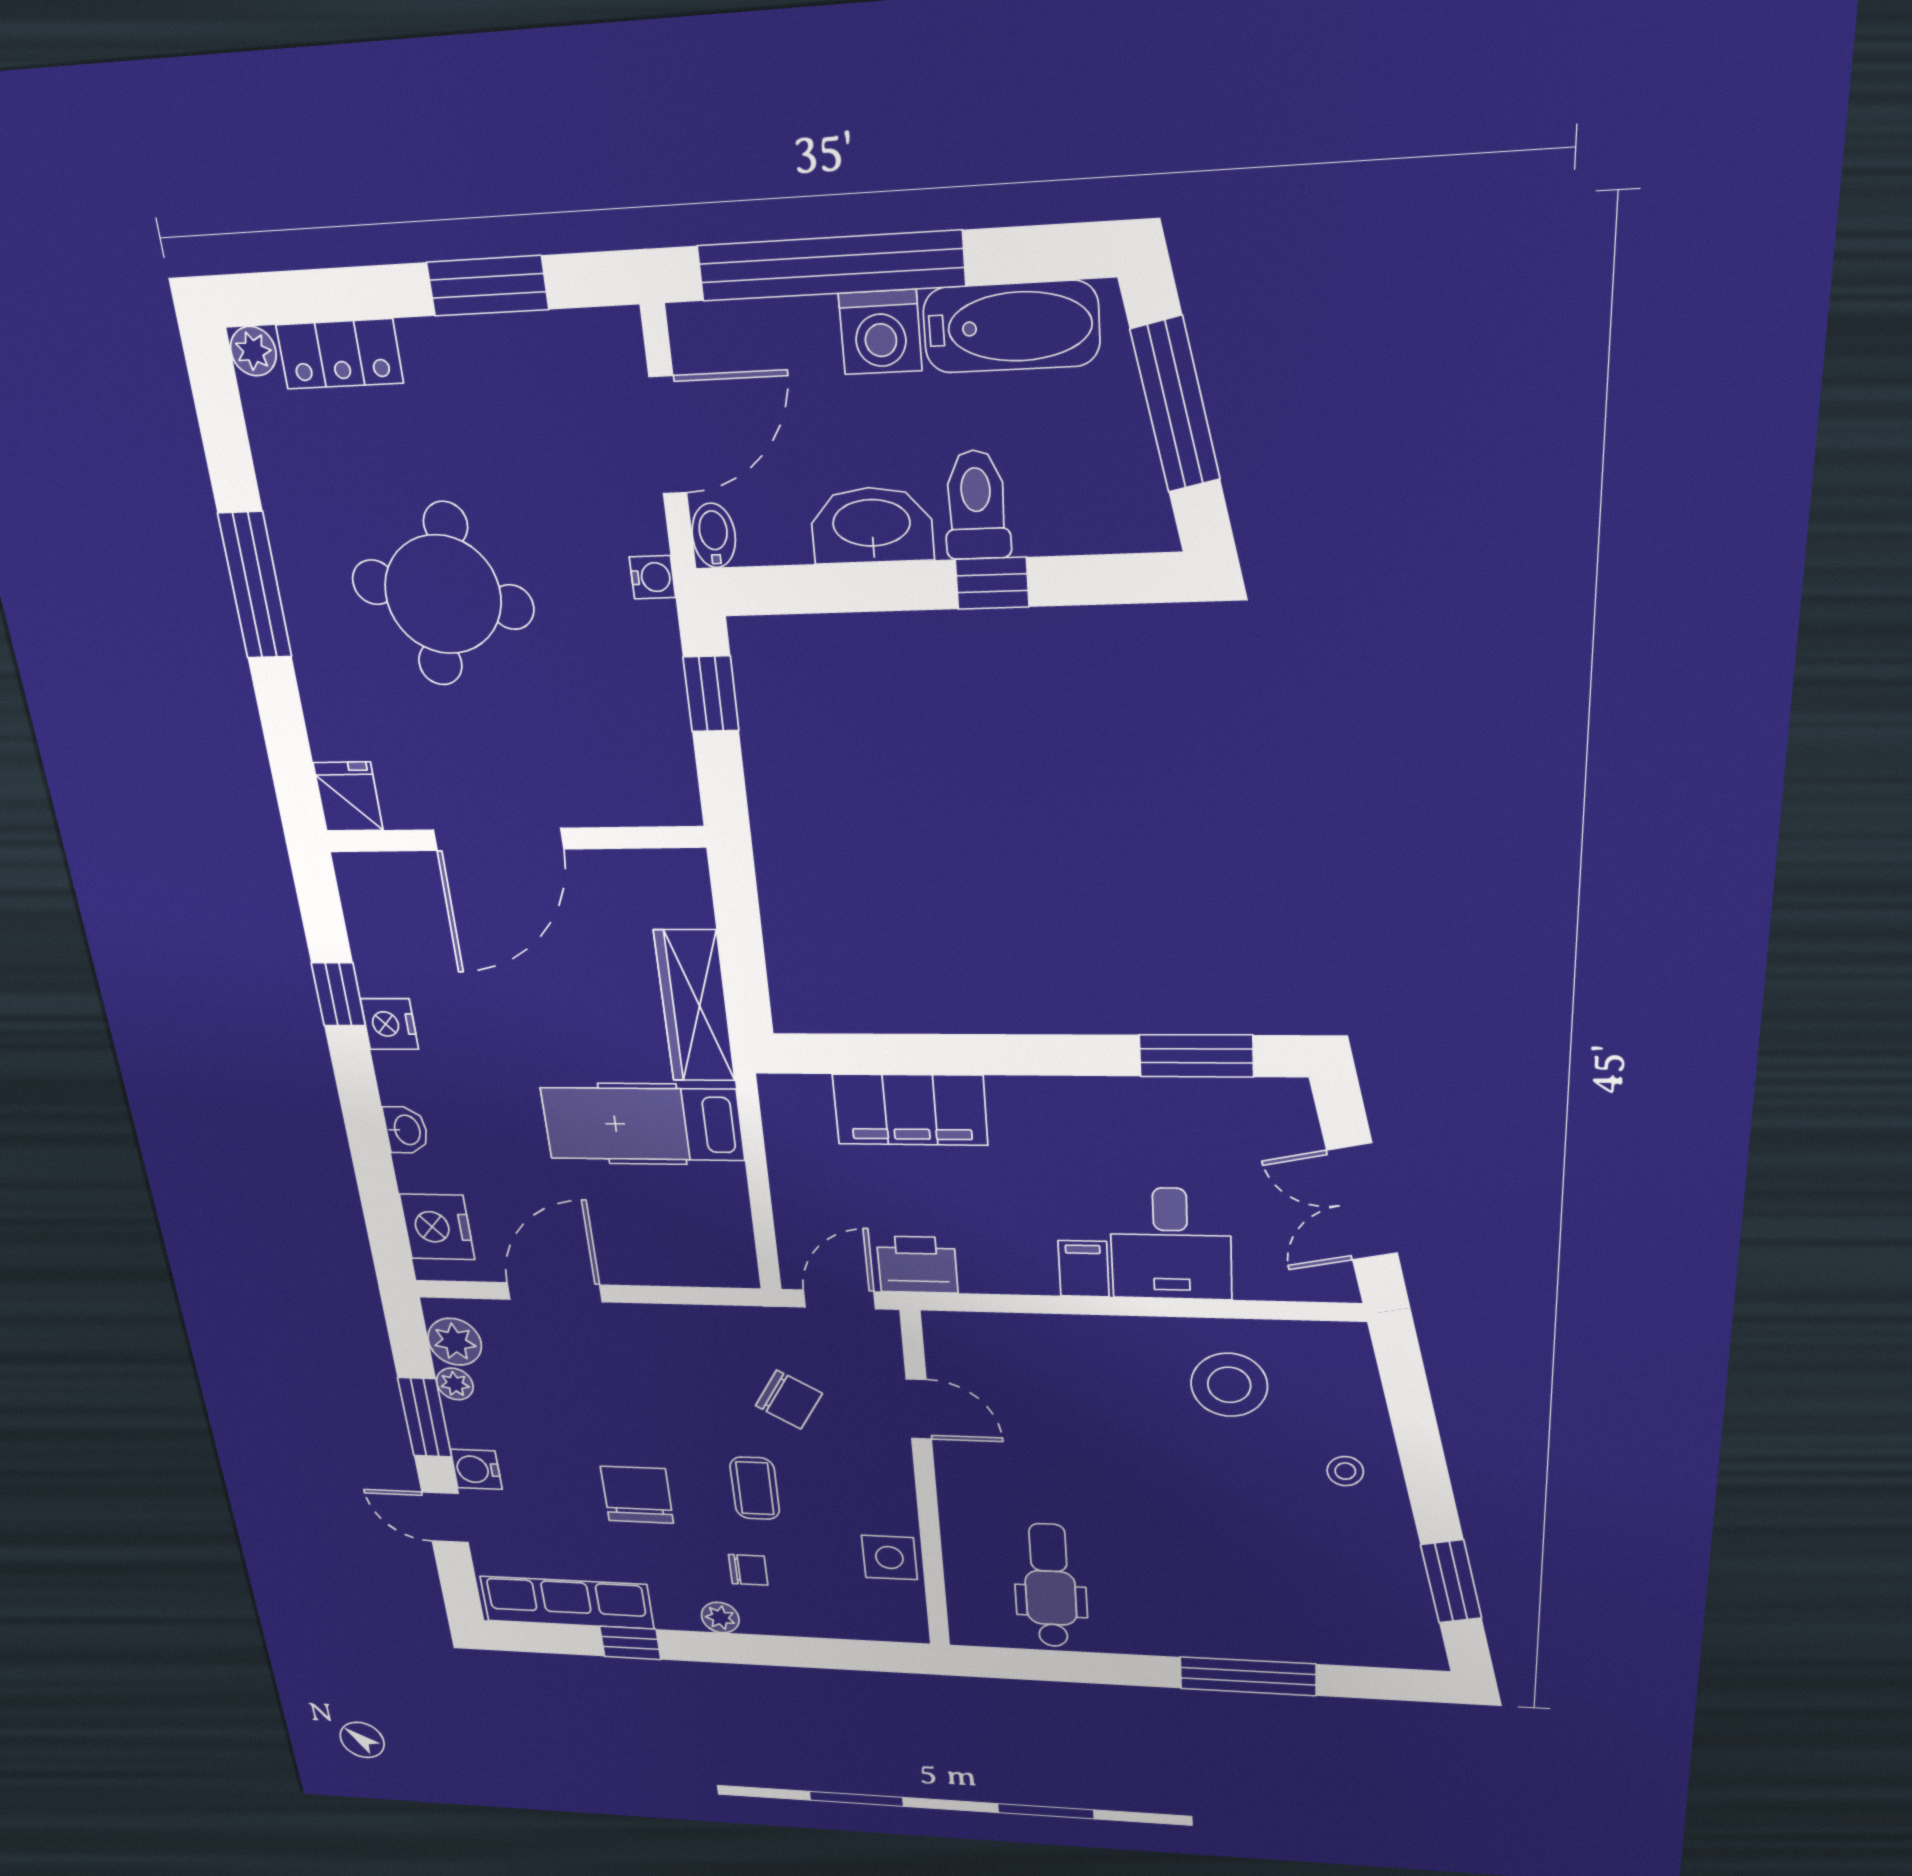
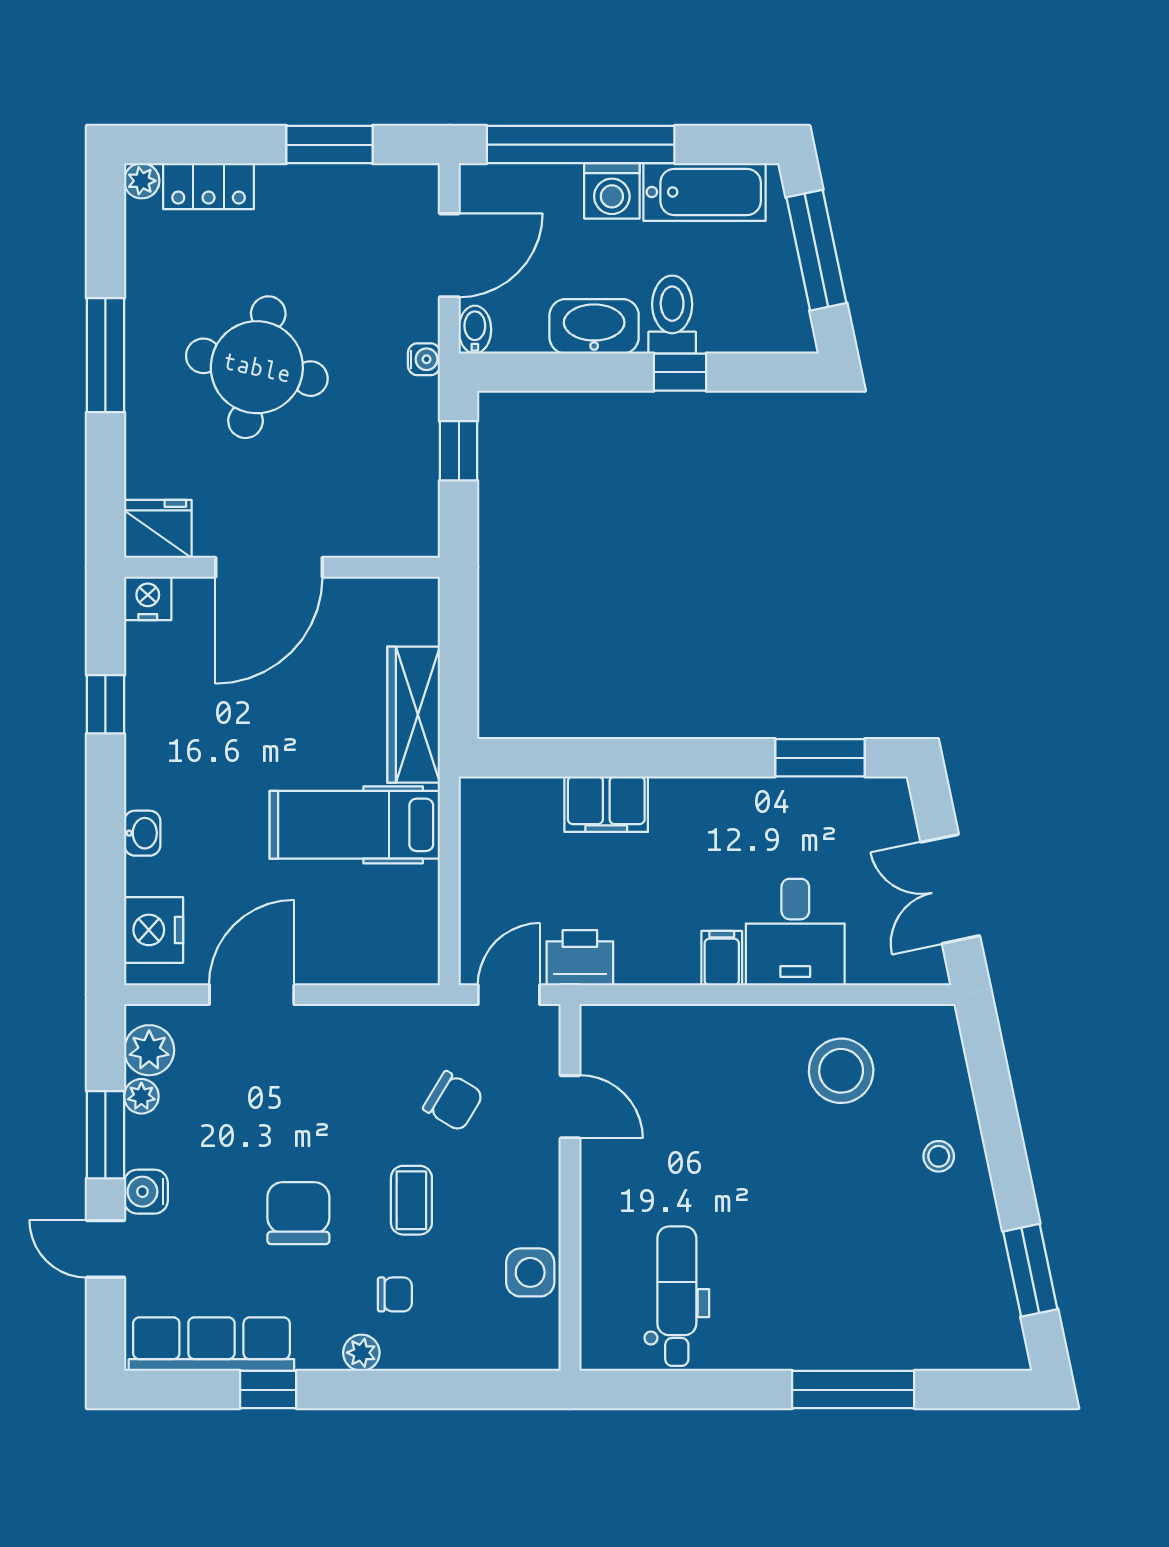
fridge: (348, 797) -> (158, 529), width x1.38
nightstand: (389, 1024) -> (148, 598), moved, turned 90
filing cabinet: (910, 1110) -> (606, 804), width x0.67, depth x0.86

